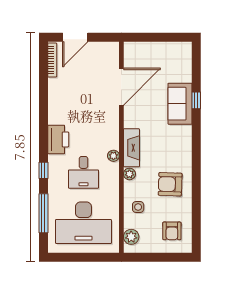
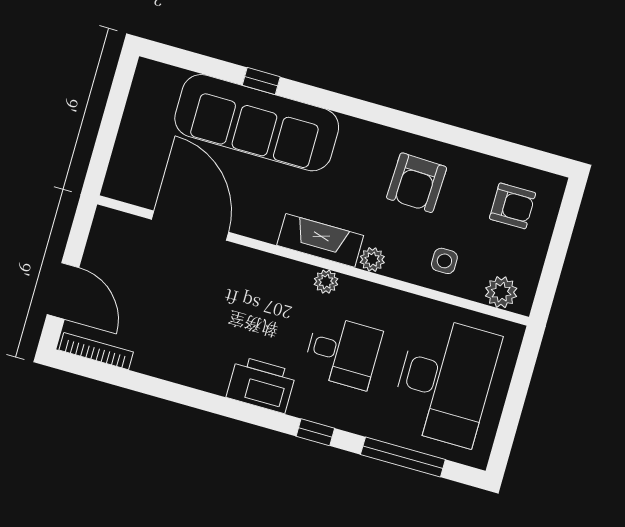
sofa: (180, 104) -> (257, 123), width x1.85, depth x1.27

